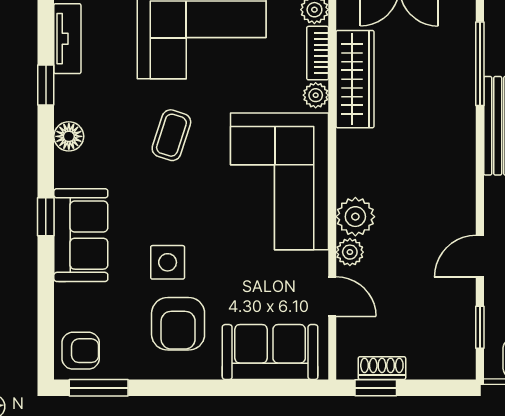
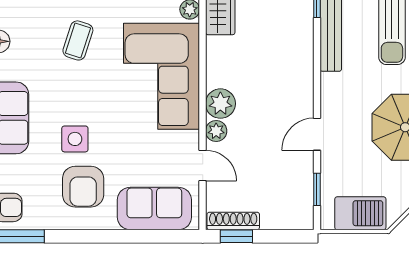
shoe rack: (382, 368) -> (233, 221), width x1.43

